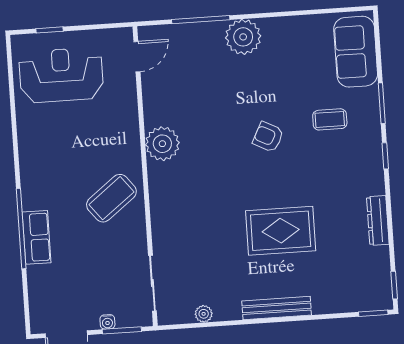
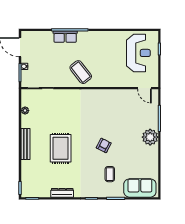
plant: (162, 144) -> (104, 97), removed

